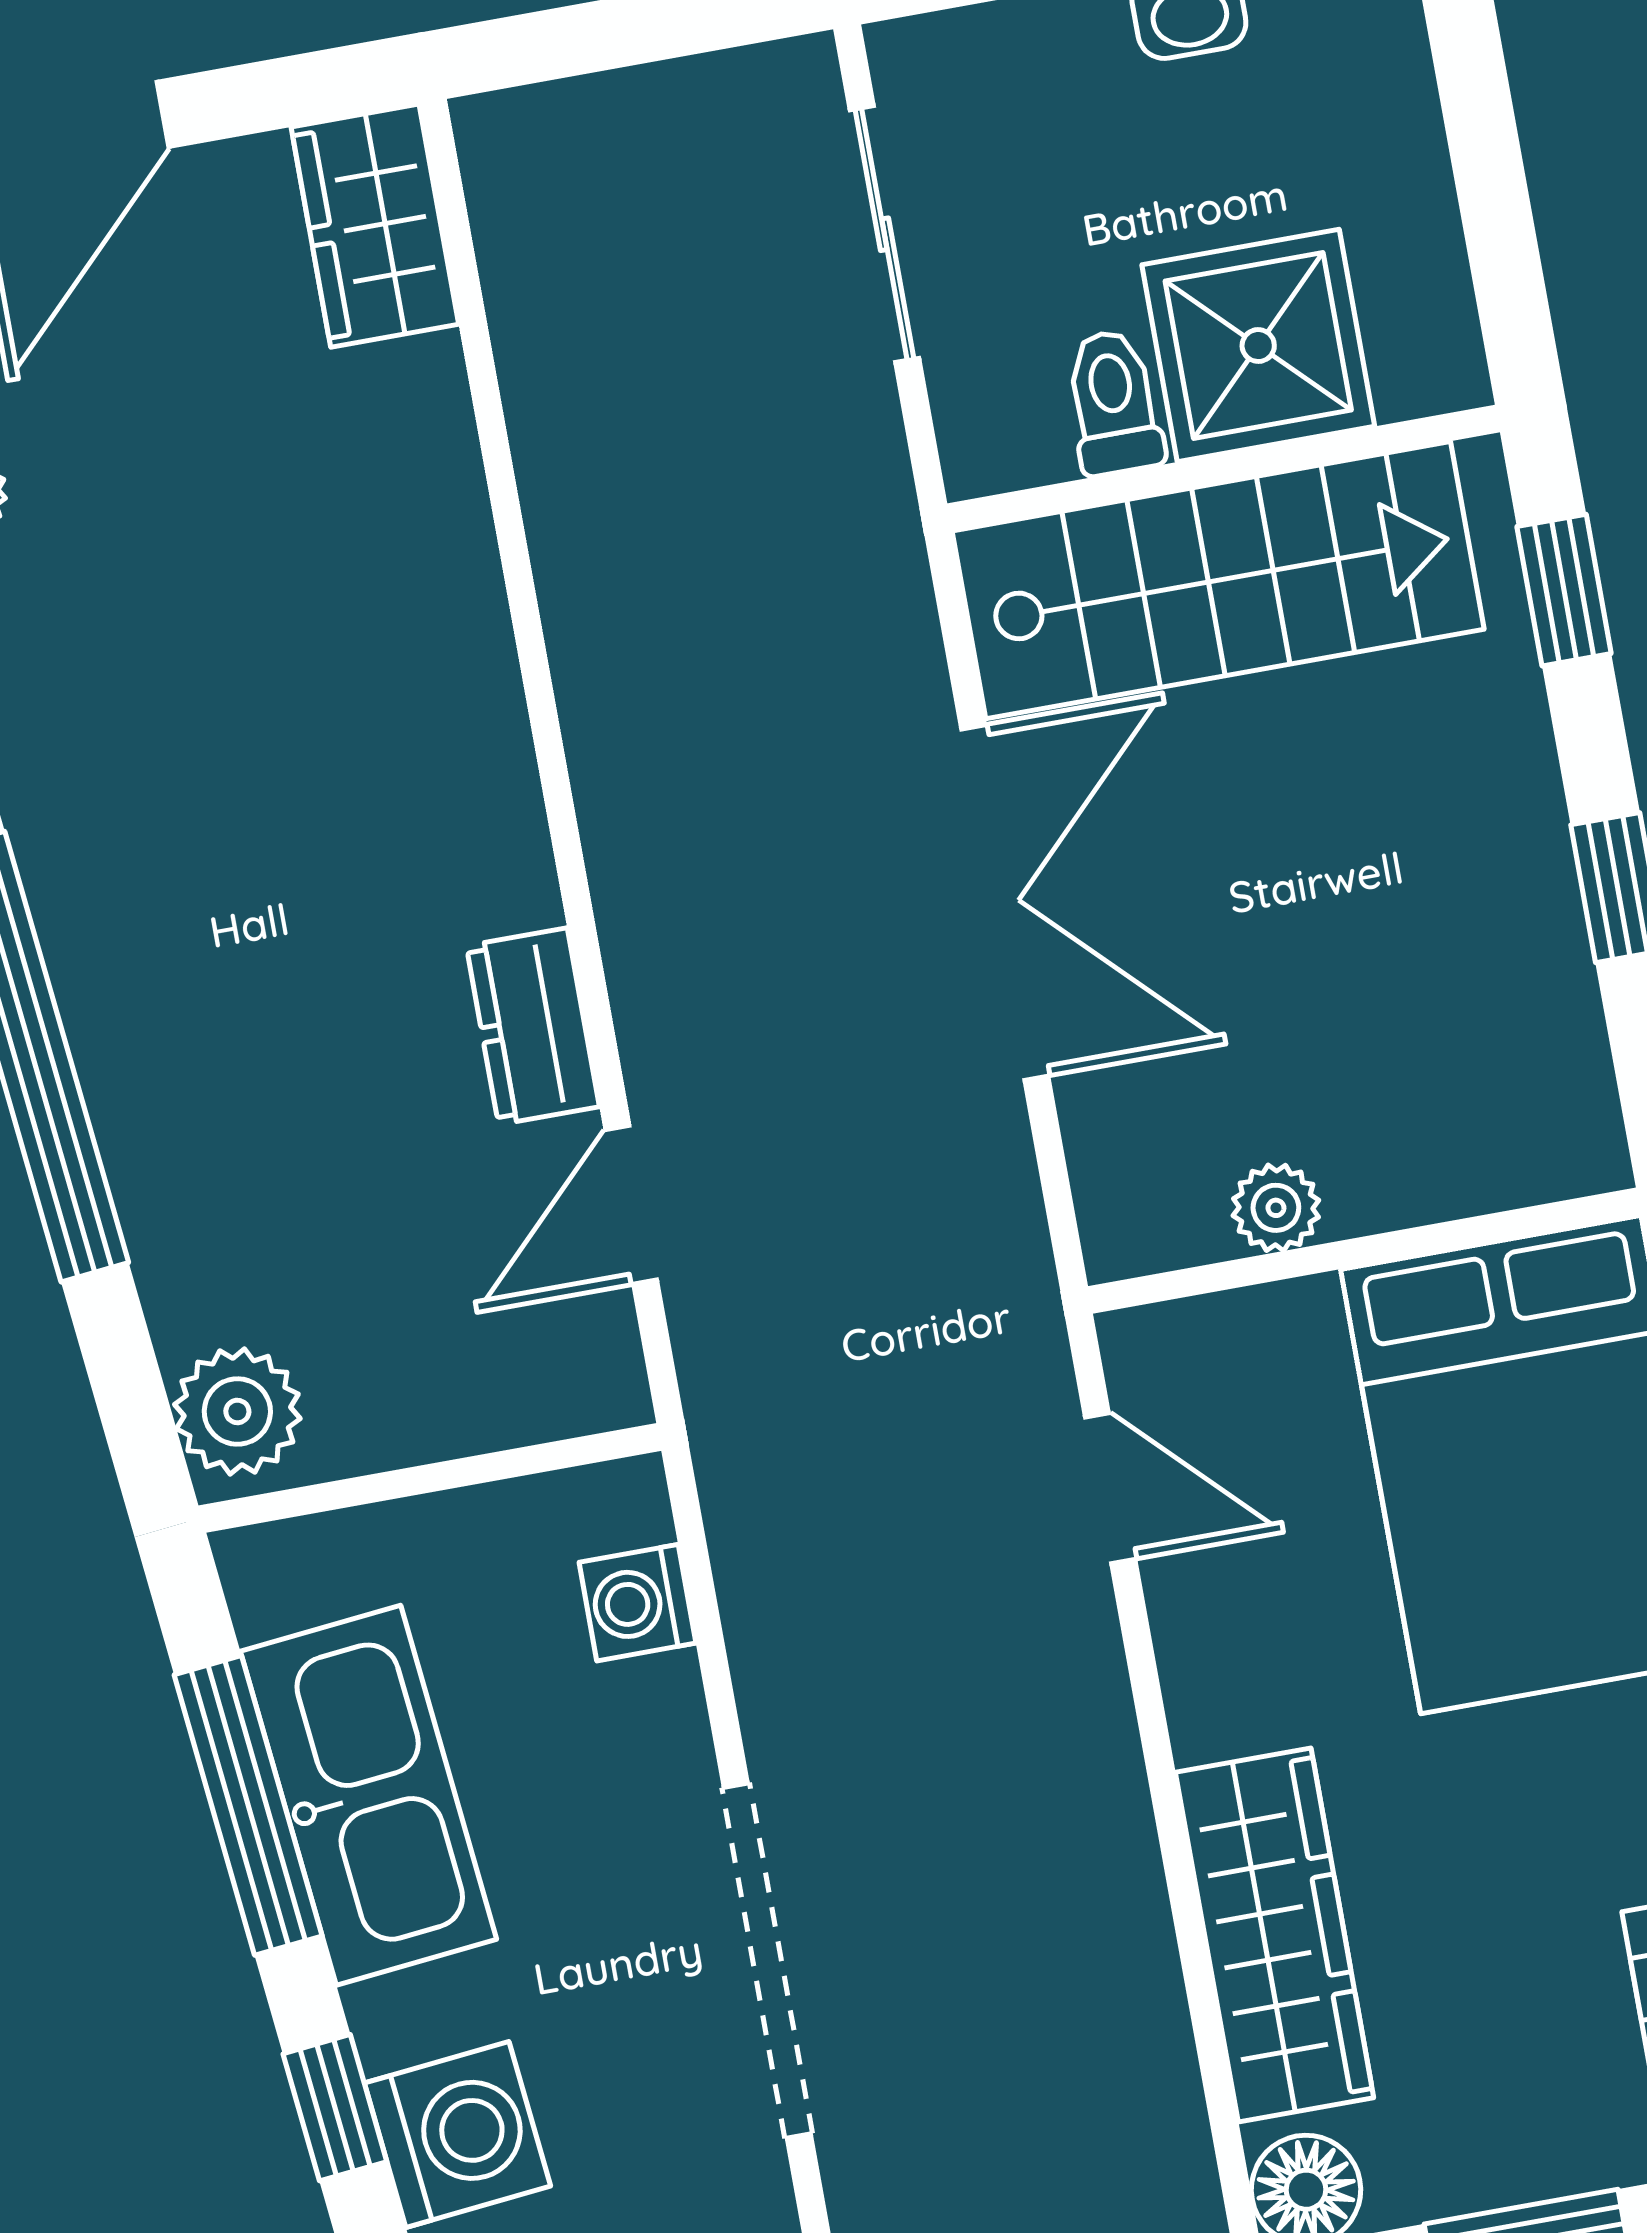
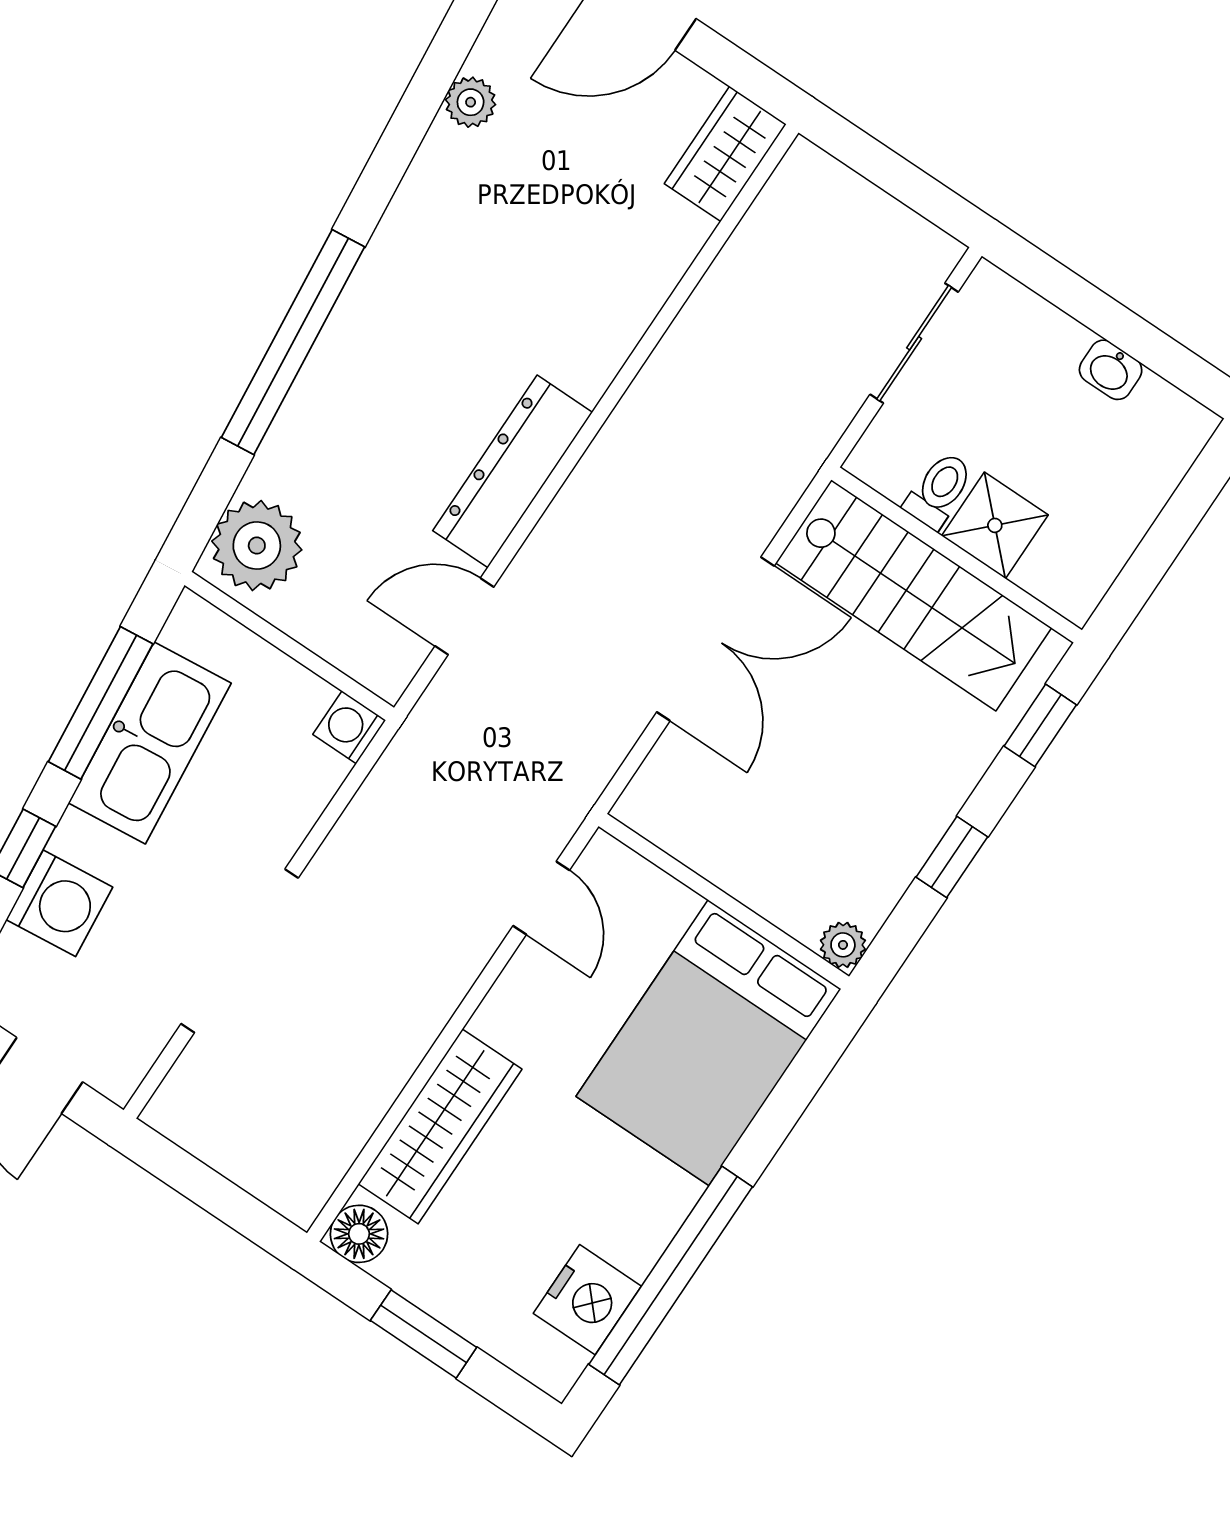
shower: (1258, 345) -> (995, 525), width x0.73, depth x0.73
dresser: (533, 1026) -> (513, 471), width x1.96, depth x1.24
plant: (1276, 1208) -> (843, 945), moved
plant: (237, 1411) -> (257, 546), width x1.36, depth x1.36
washing machine: (638, 1603) -> (349, 727), moved

